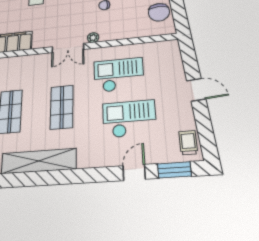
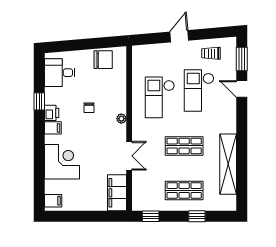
double door: (68, 48) -> (129, 156), moved
trolley: (188, 143) -> (211, 53), moved

